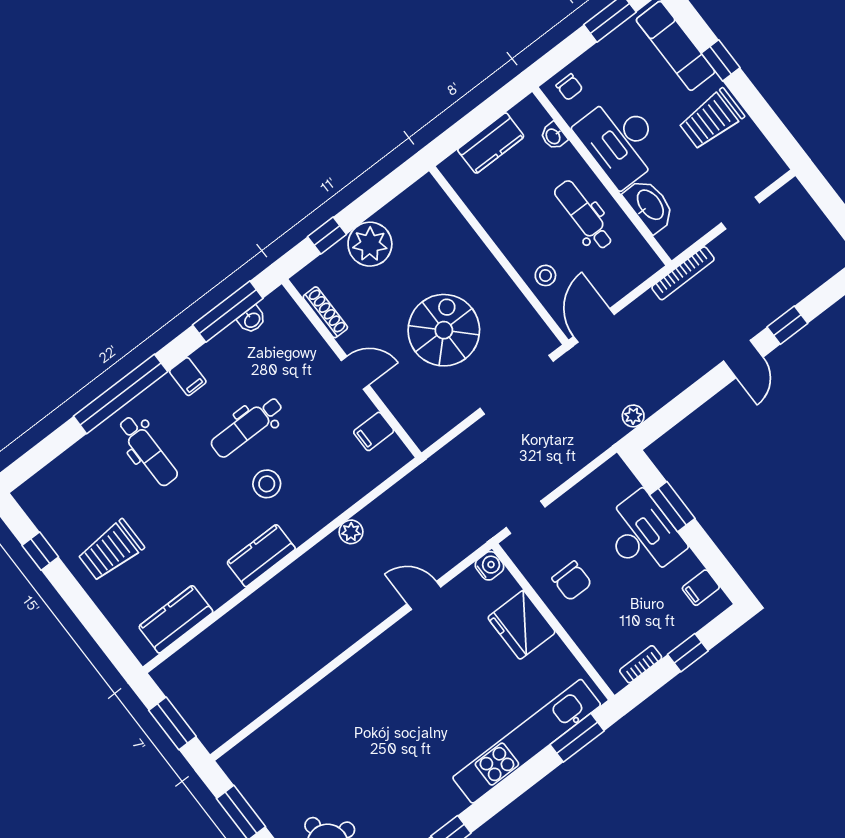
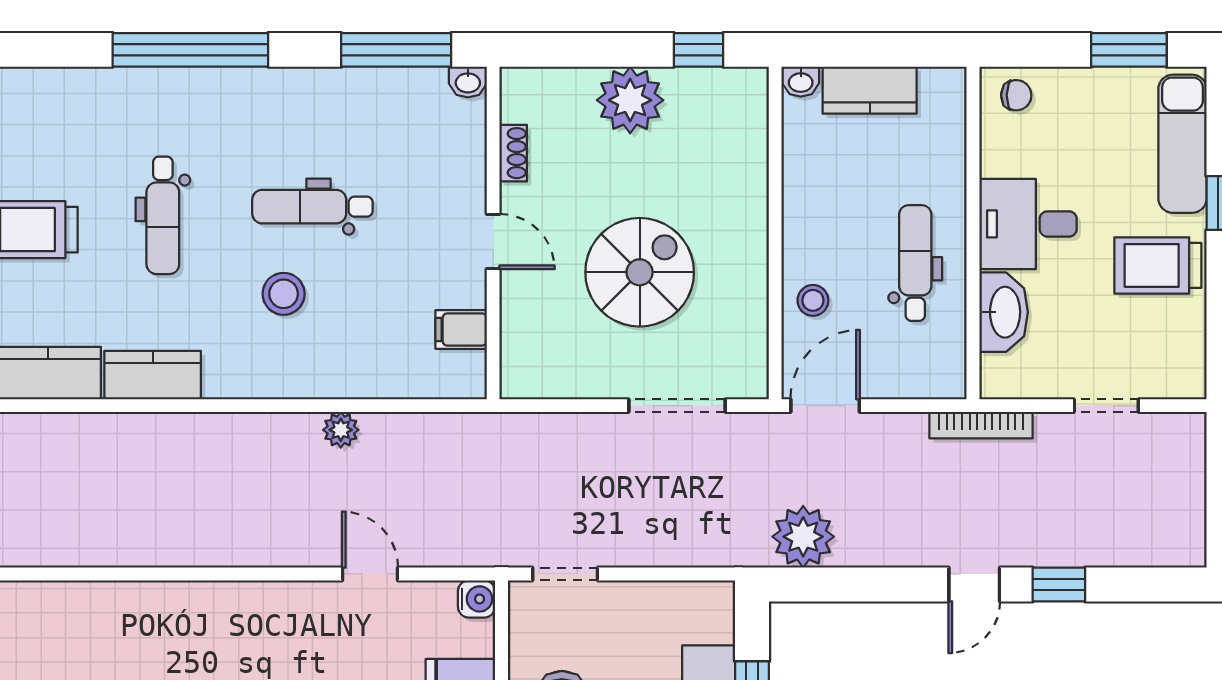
chair: (569, 87) -> (1016, 95), turned -89
washbasin: (553, 136) -> (801, 82), moved, turned -90
desk: (620, 141) -> (1028, 224), width x0.73
window: (327, 236) -> (698, 50), moved
shoe rack: (325, 312) -> (513, 153), width x0.70
washbasin: (252, 320) -> (468, 82), moved
filing cabinet: (188, 377) -> (288, 91), removed
doorway: (517, 385) -> (677, 406), width x0.73
plant: (633, 416) -> (803, 537), width x1.87, depth x1.87
dental chair: (148, 451) -> (163, 215), moved
kitchen counter: (261, 556) -> (153, 375), moved

